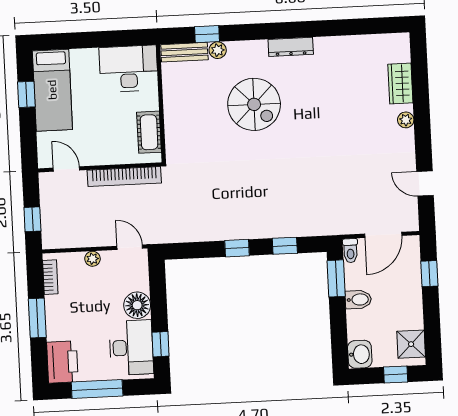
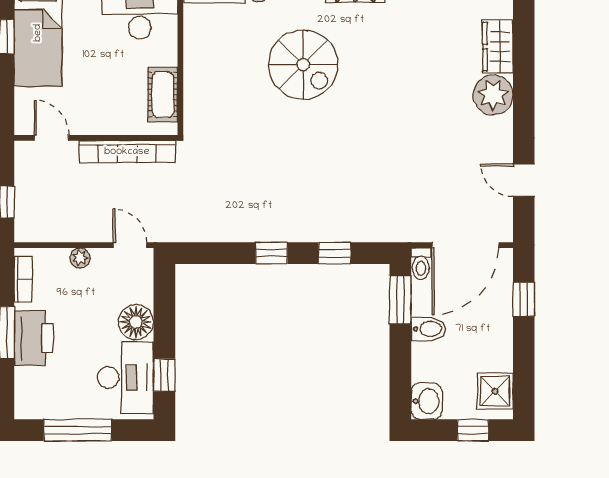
plant: (406, 120) -> (493, 95), width x1.87, depth x1.87
door: (383, 235) -> (465, 245), width x1.36
printer: (62, 362) -> (34, 338), moved

